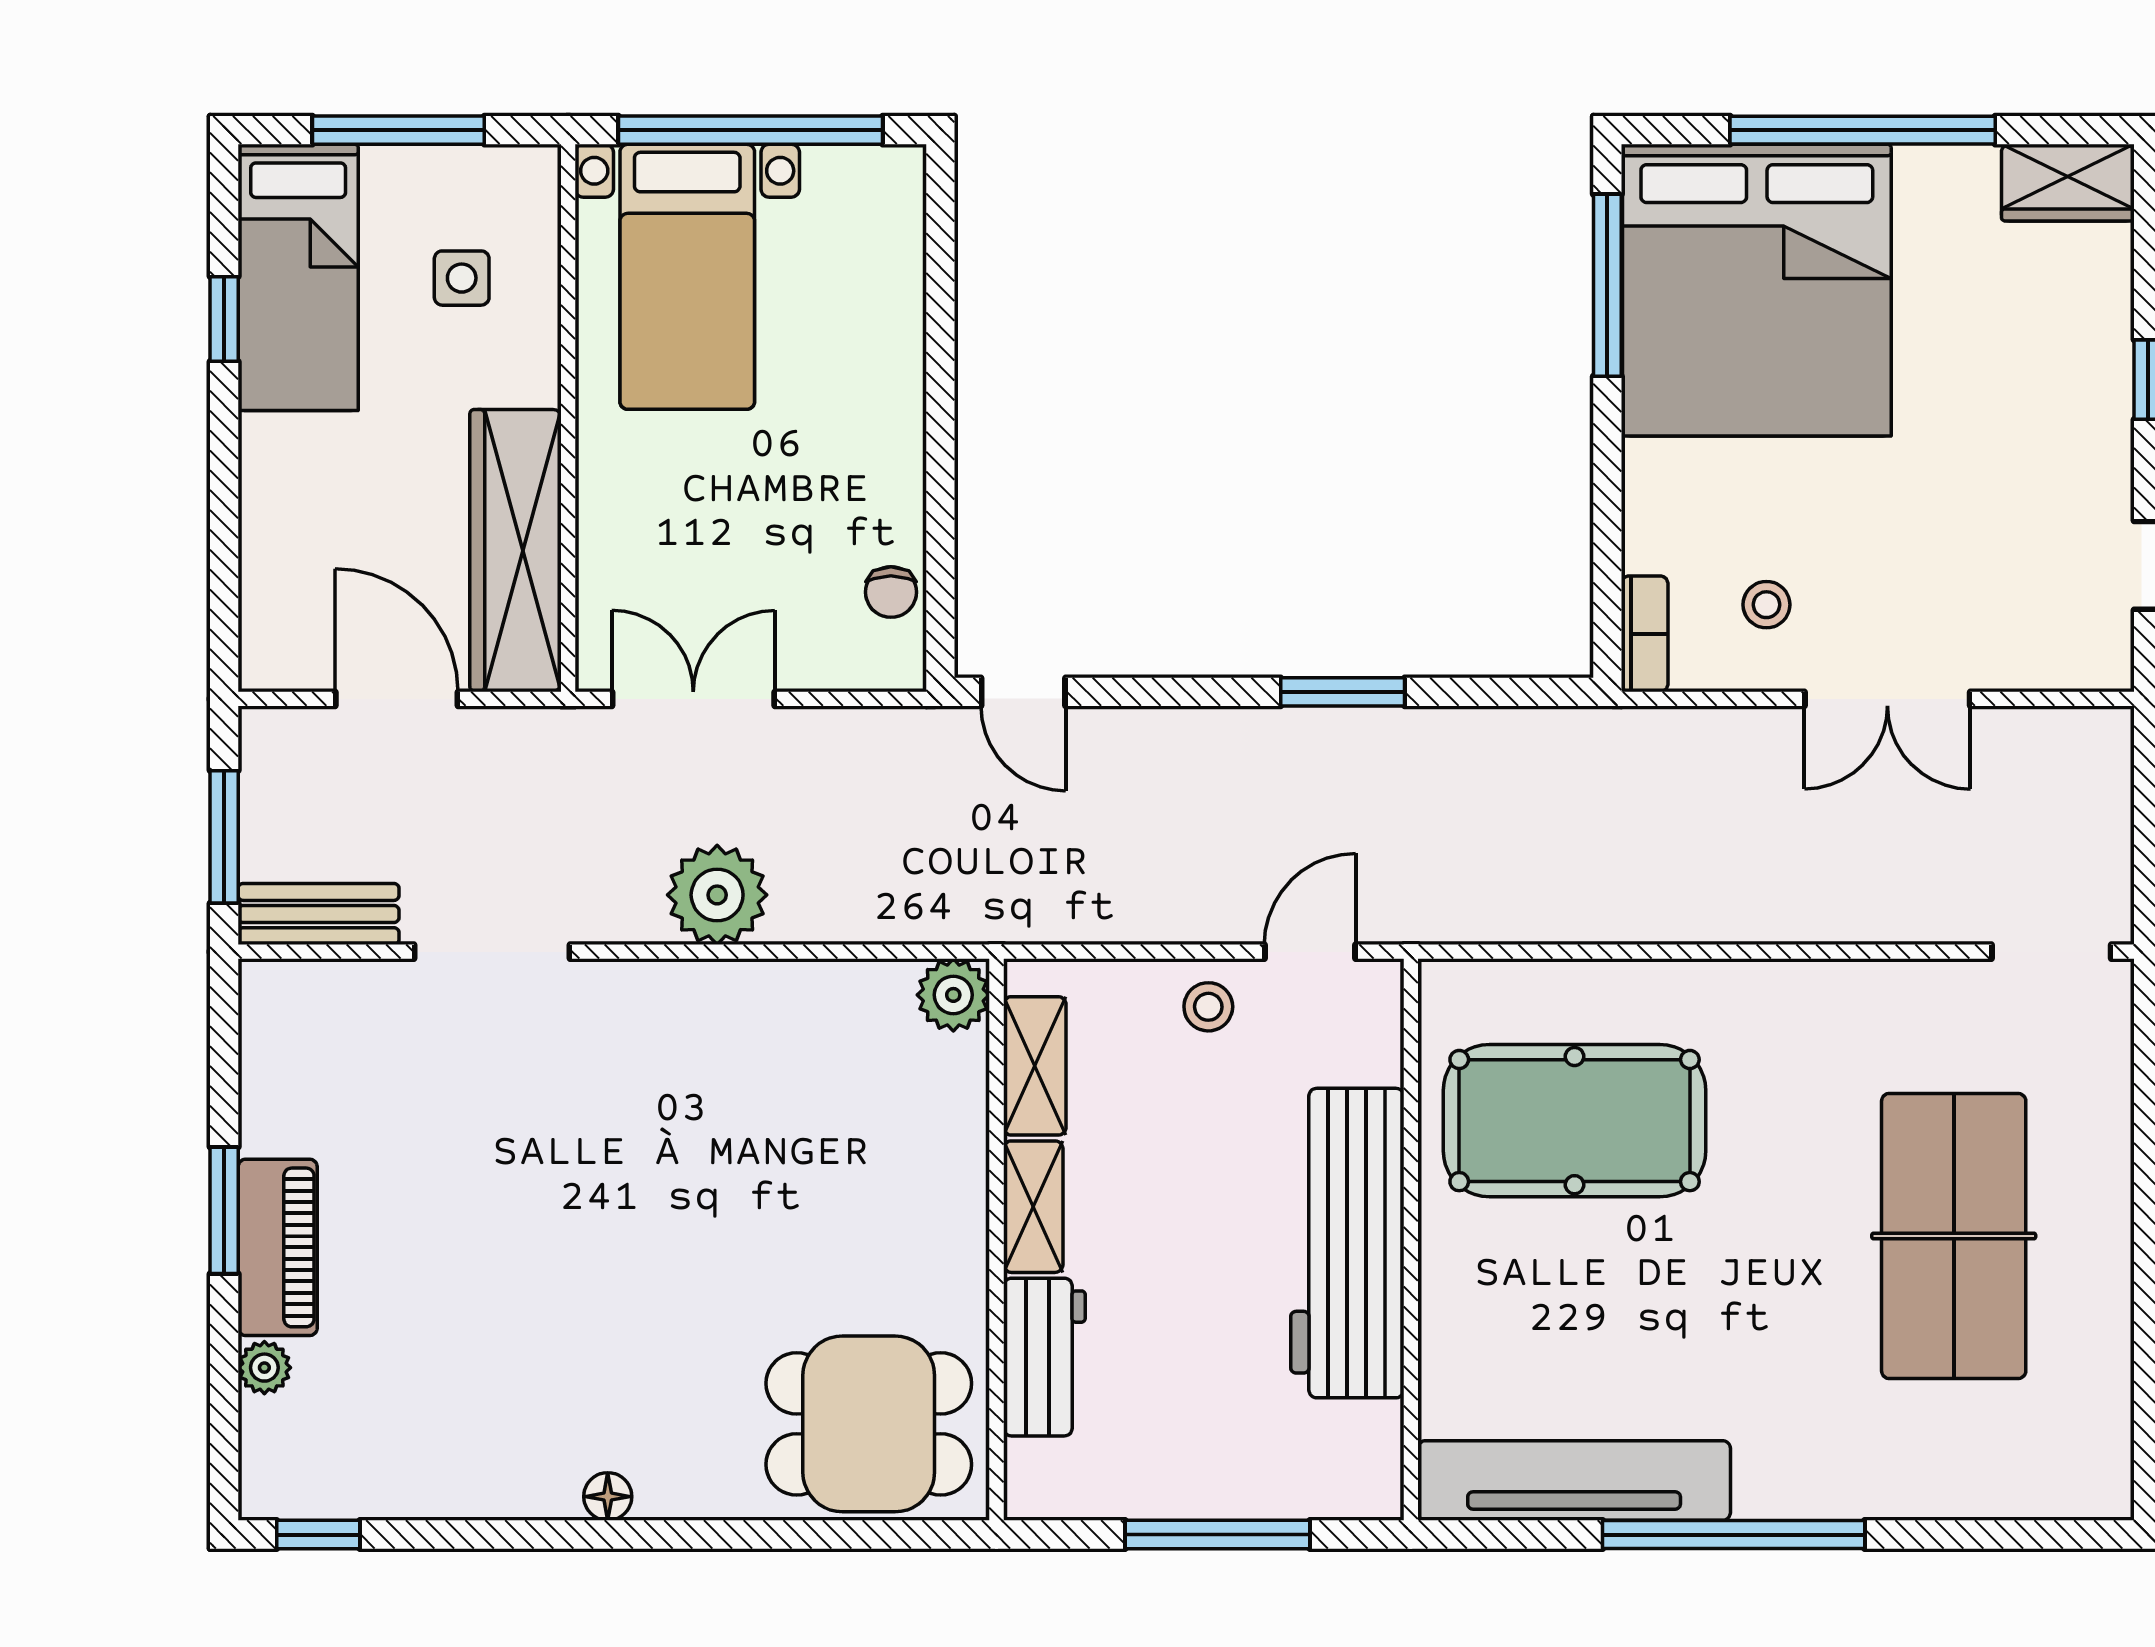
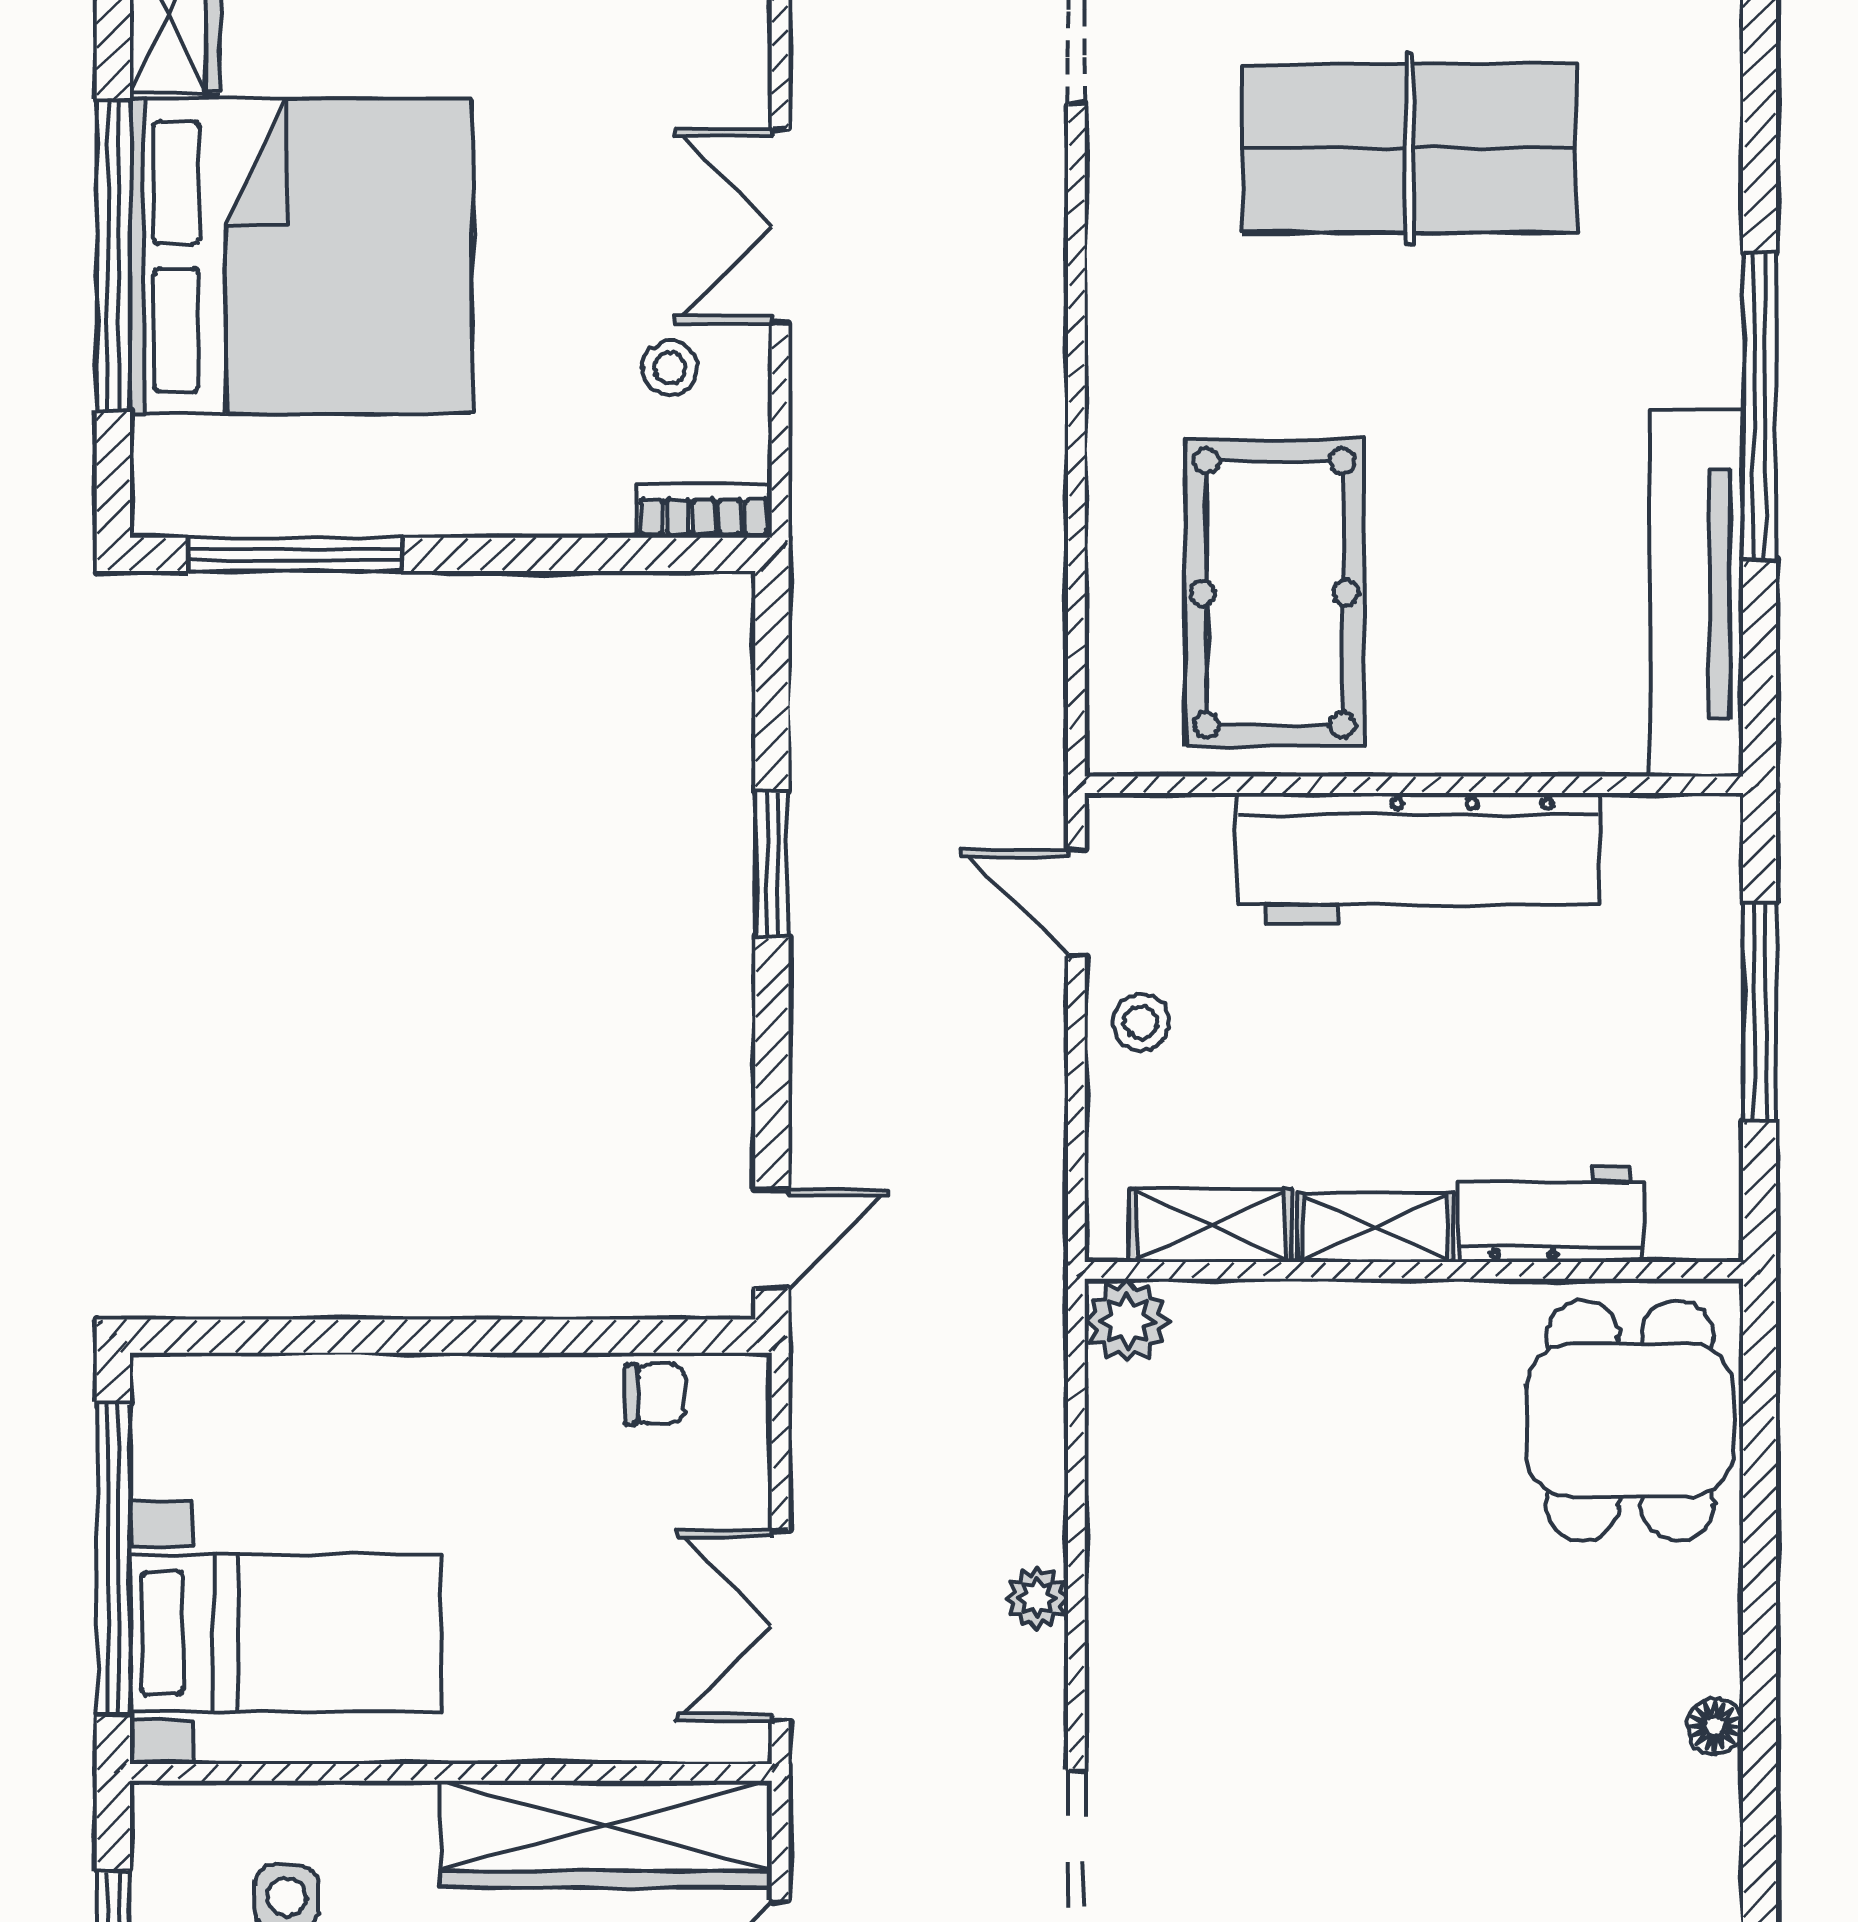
bed: (1757, 290) -> (301, 256), moved
double door: (1887, 699) -> (780, 226), swing flipped
plant: (717, 895) -> (1037, 1598), width x0.53, depth x0.53

